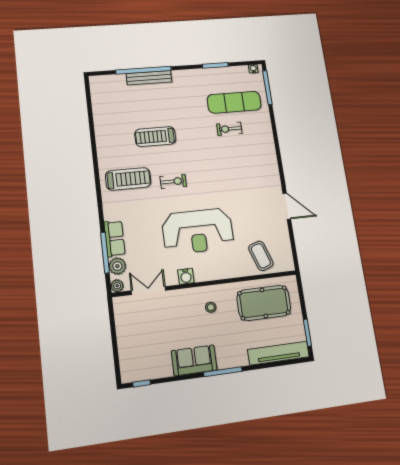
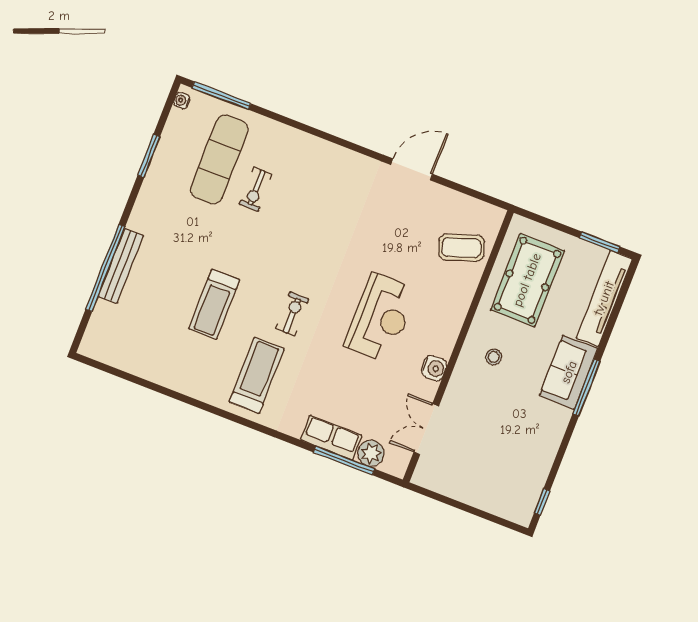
reception desk: (198, 231) -> (381, 317), width x0.74, depth x0.77
plant: (117, 286) -> (397, 467), removed
sofa: (194, 360) -> (569, 372), moved

